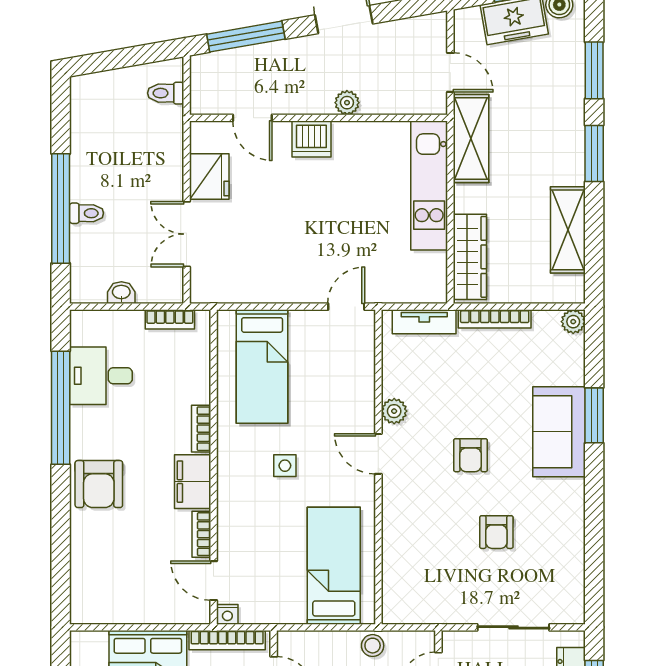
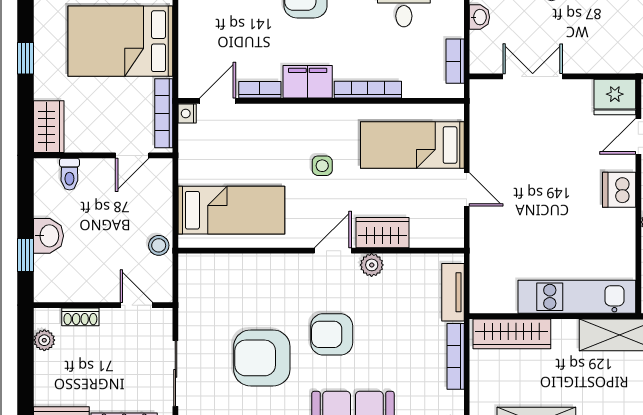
fridge: (209, 177) -> (615, 97), moved
door: (346, 307) -> (467, 189), moved
wardrobe: (359, 399) -> (383, 233), added
bookcase: (201, 429) -> (368, 90), width x1.56
armchair: (470, 455) -> (332, 334), width x1.38, depth x1.38
armchair: (496, 532) -> (262, 358), width x1.88, depth x1.88

